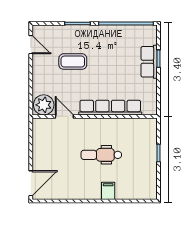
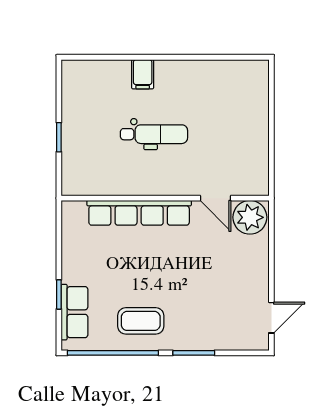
door: (31, 45) -> (271, 318), swing flipped
coffee table: (73, 62) -> (141, 321), moved
row of seats: (149, 62) -> (75, 312), moved
door: (31, 183) -> (271, 87), removed

